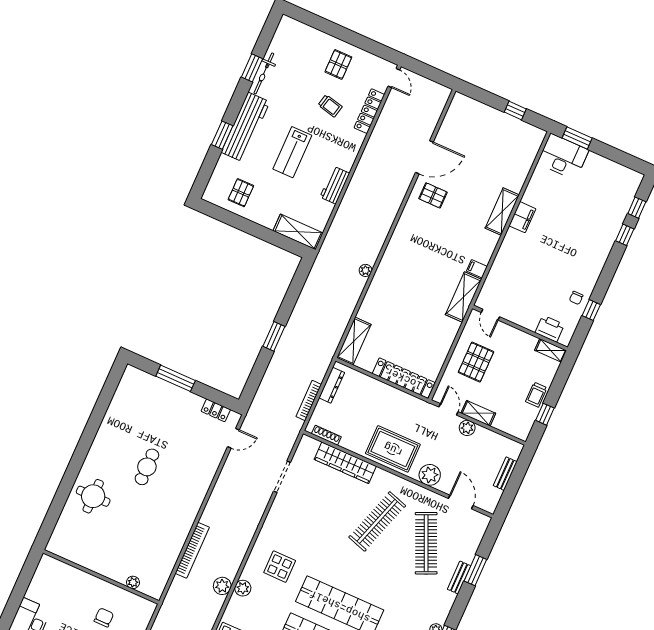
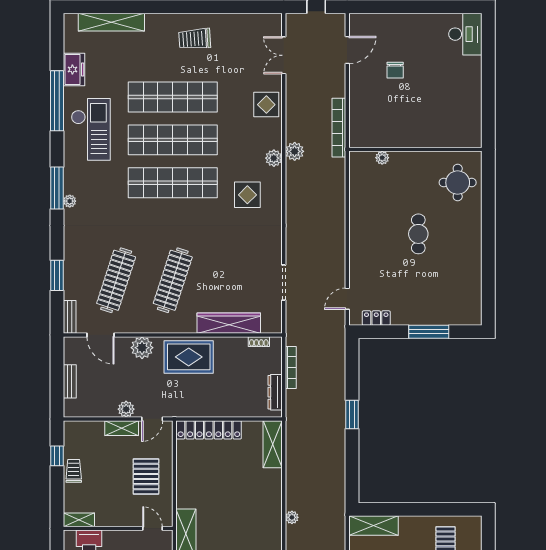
door: (448, 409) -> (152, 419), hinge flipped
shoe rack: (326, 435) -> (259, 342), width x0.70
clothes rail: (426, 543) -> (116, 280), turned 42
bookcase: (192, 550) -> (339, 128), moved
wall: (101, 577) -> (415, 149), moved
bench: (459, 578) -> (70, 317), moved
plant: (133, 582) -> (382, 158), moved

